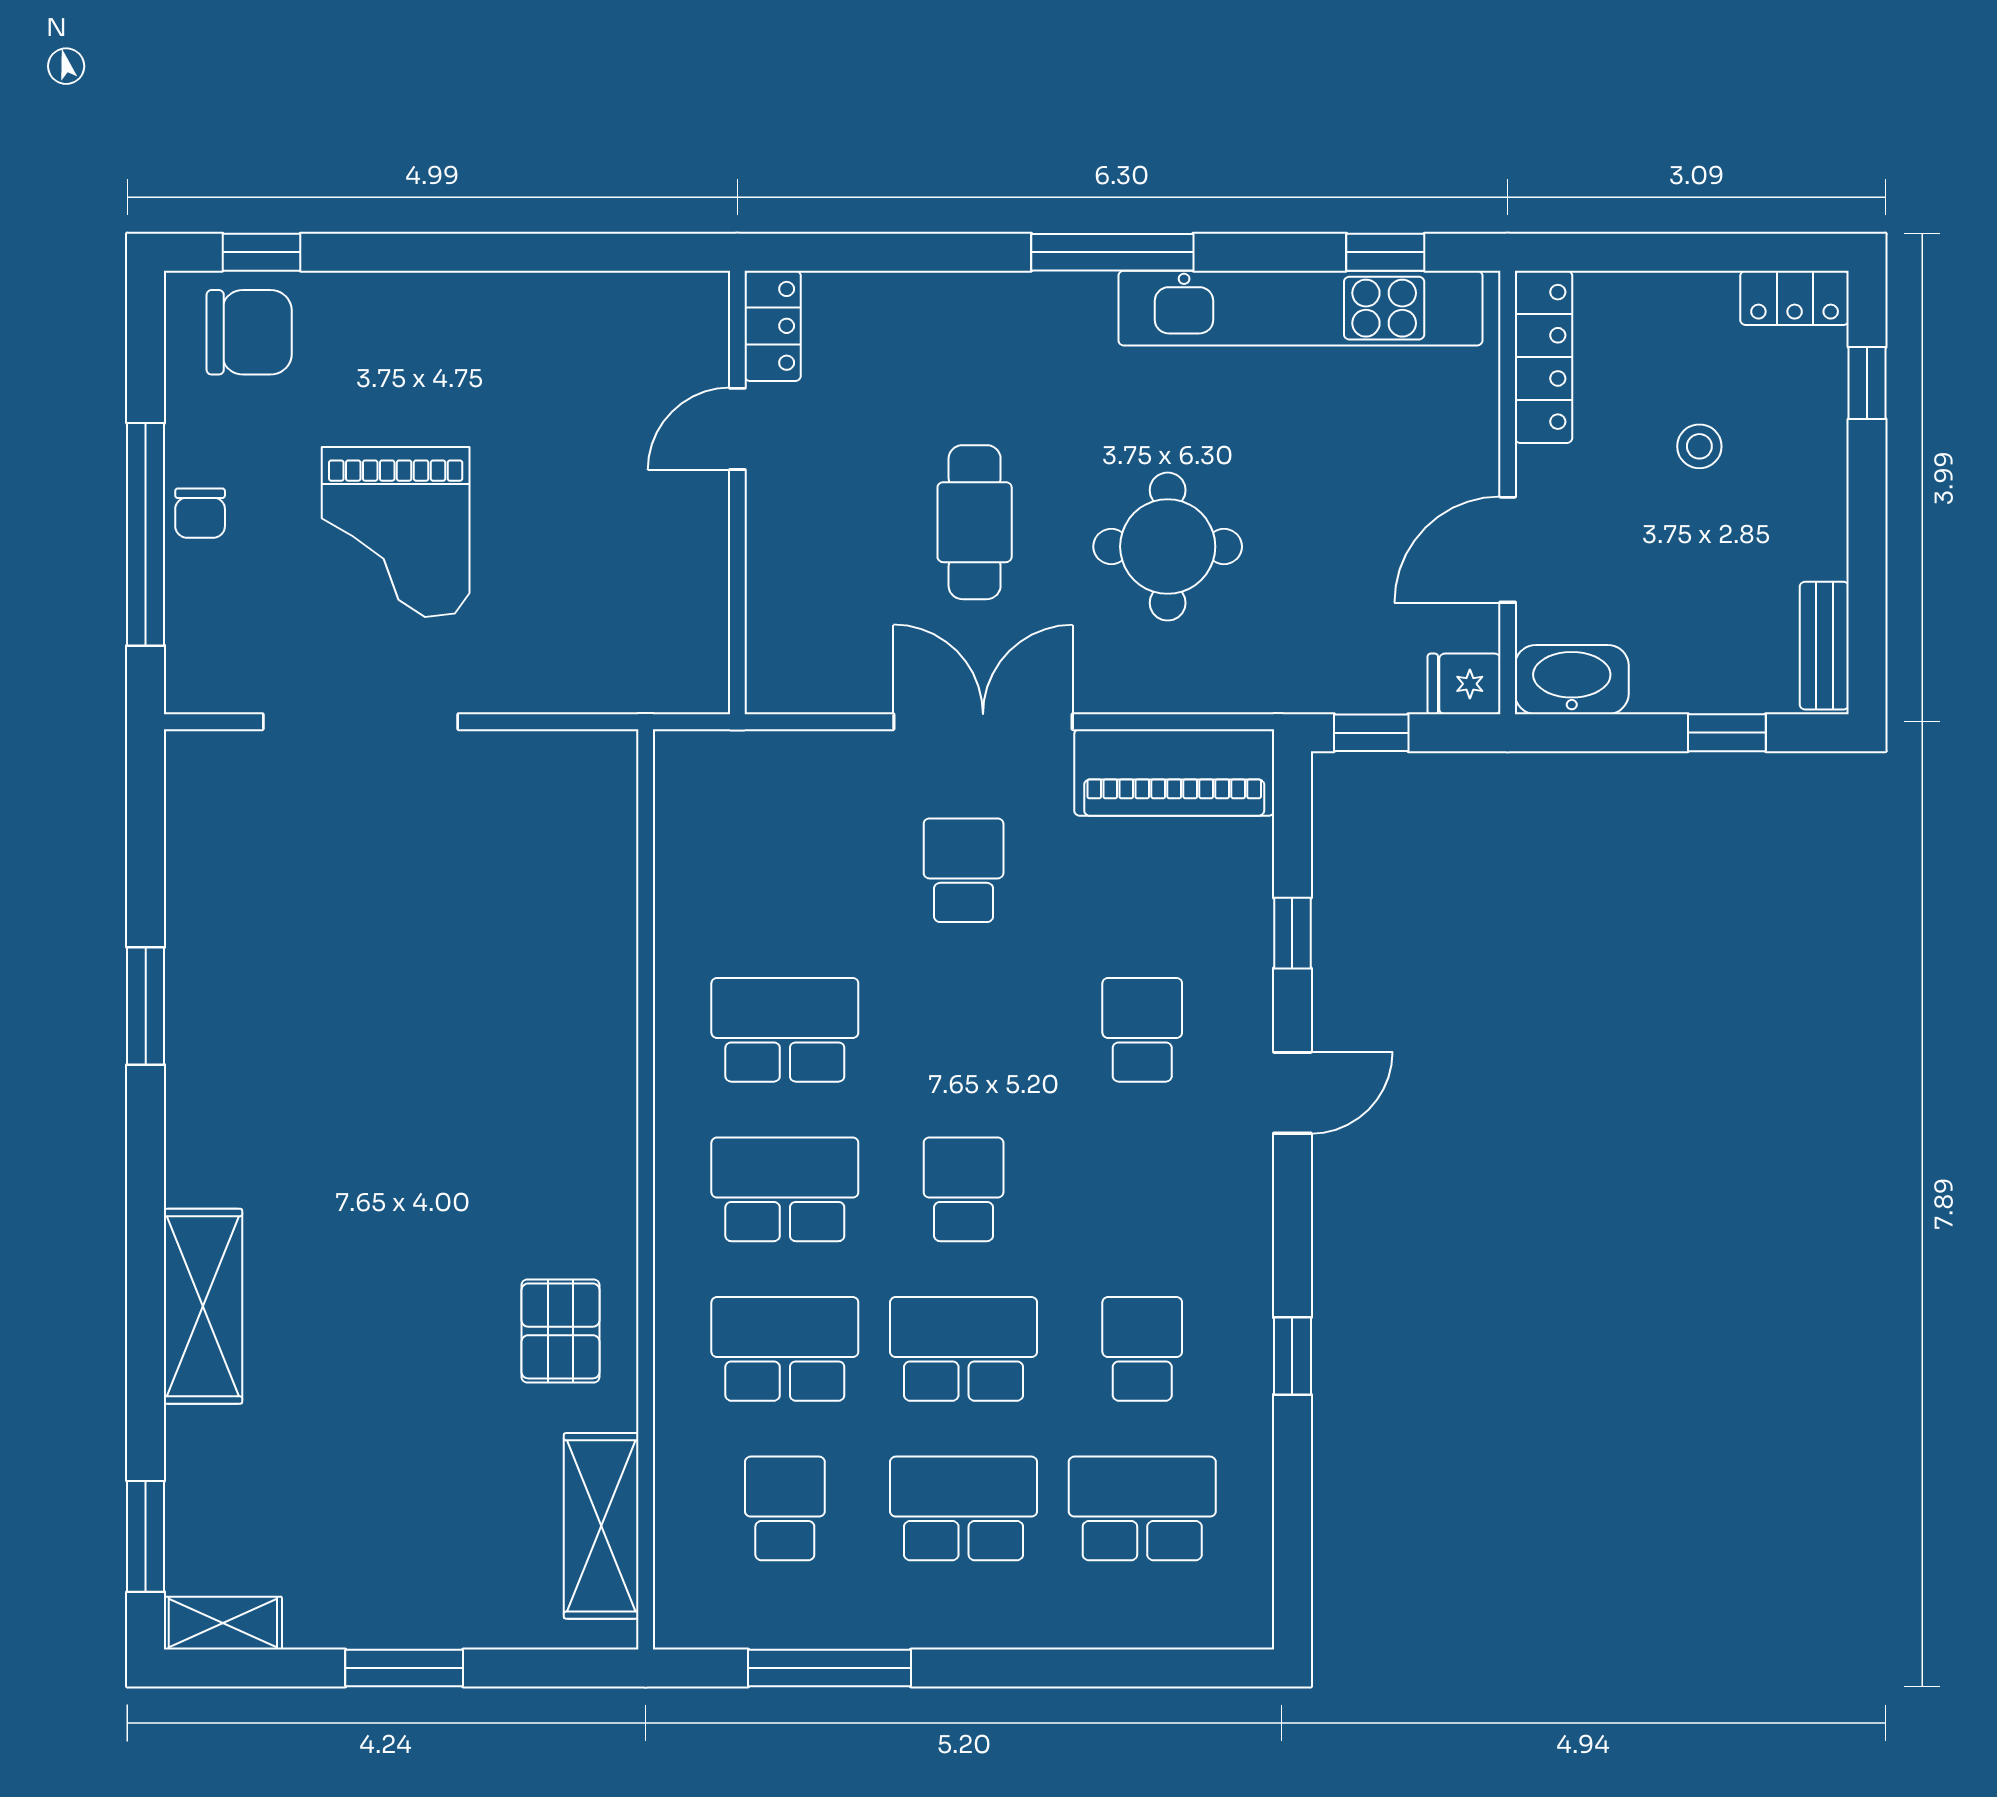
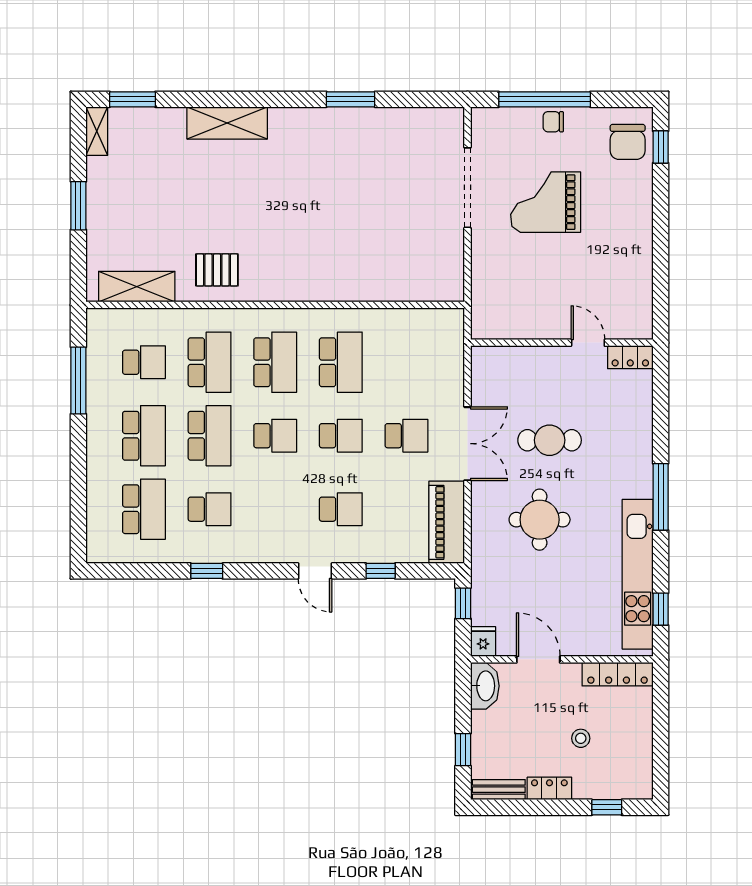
locker: (1795, 298) -> (549, 788), moved, turned 90
school desk: (964, 1030) -> (341, 436), added

